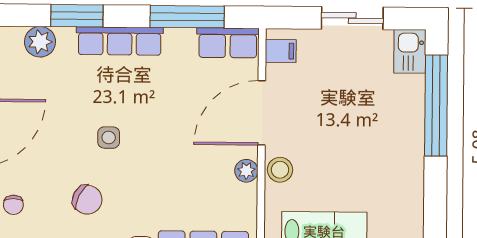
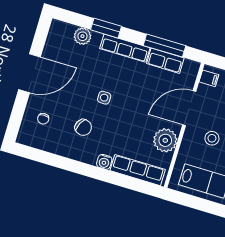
row of seats: (228, 43) -> (165, 61), moved
stool: (280, 170) -> (212, 138), moved
plant: (246, 171) -> (165, 140), width x1.88, depth x1.88

